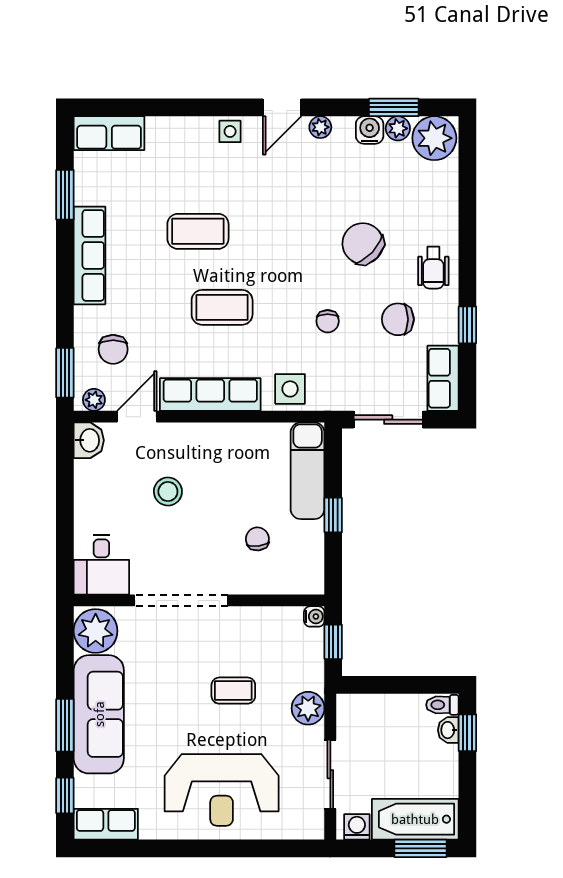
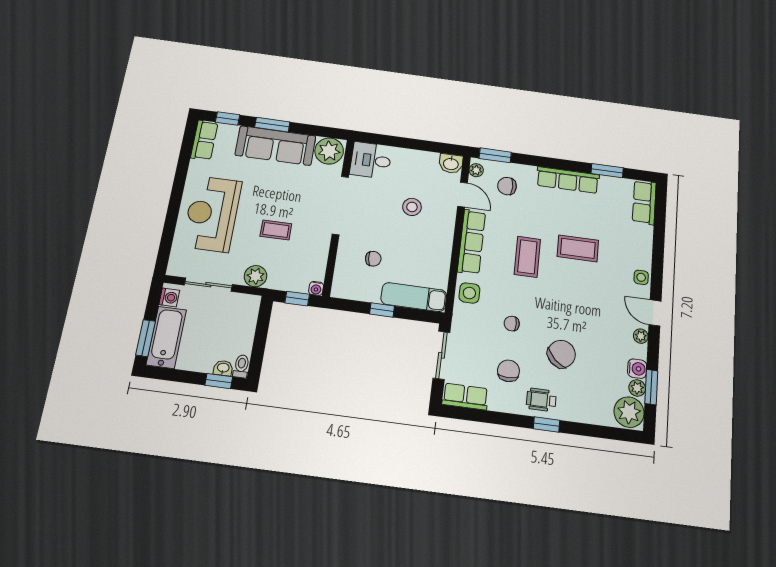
coffee table: (198, 231) -> (578, 248), turned 90
window: (467, 325) -> (546, 424), moved
coffee table: (233, 691) -> (276, 230), turned 90

